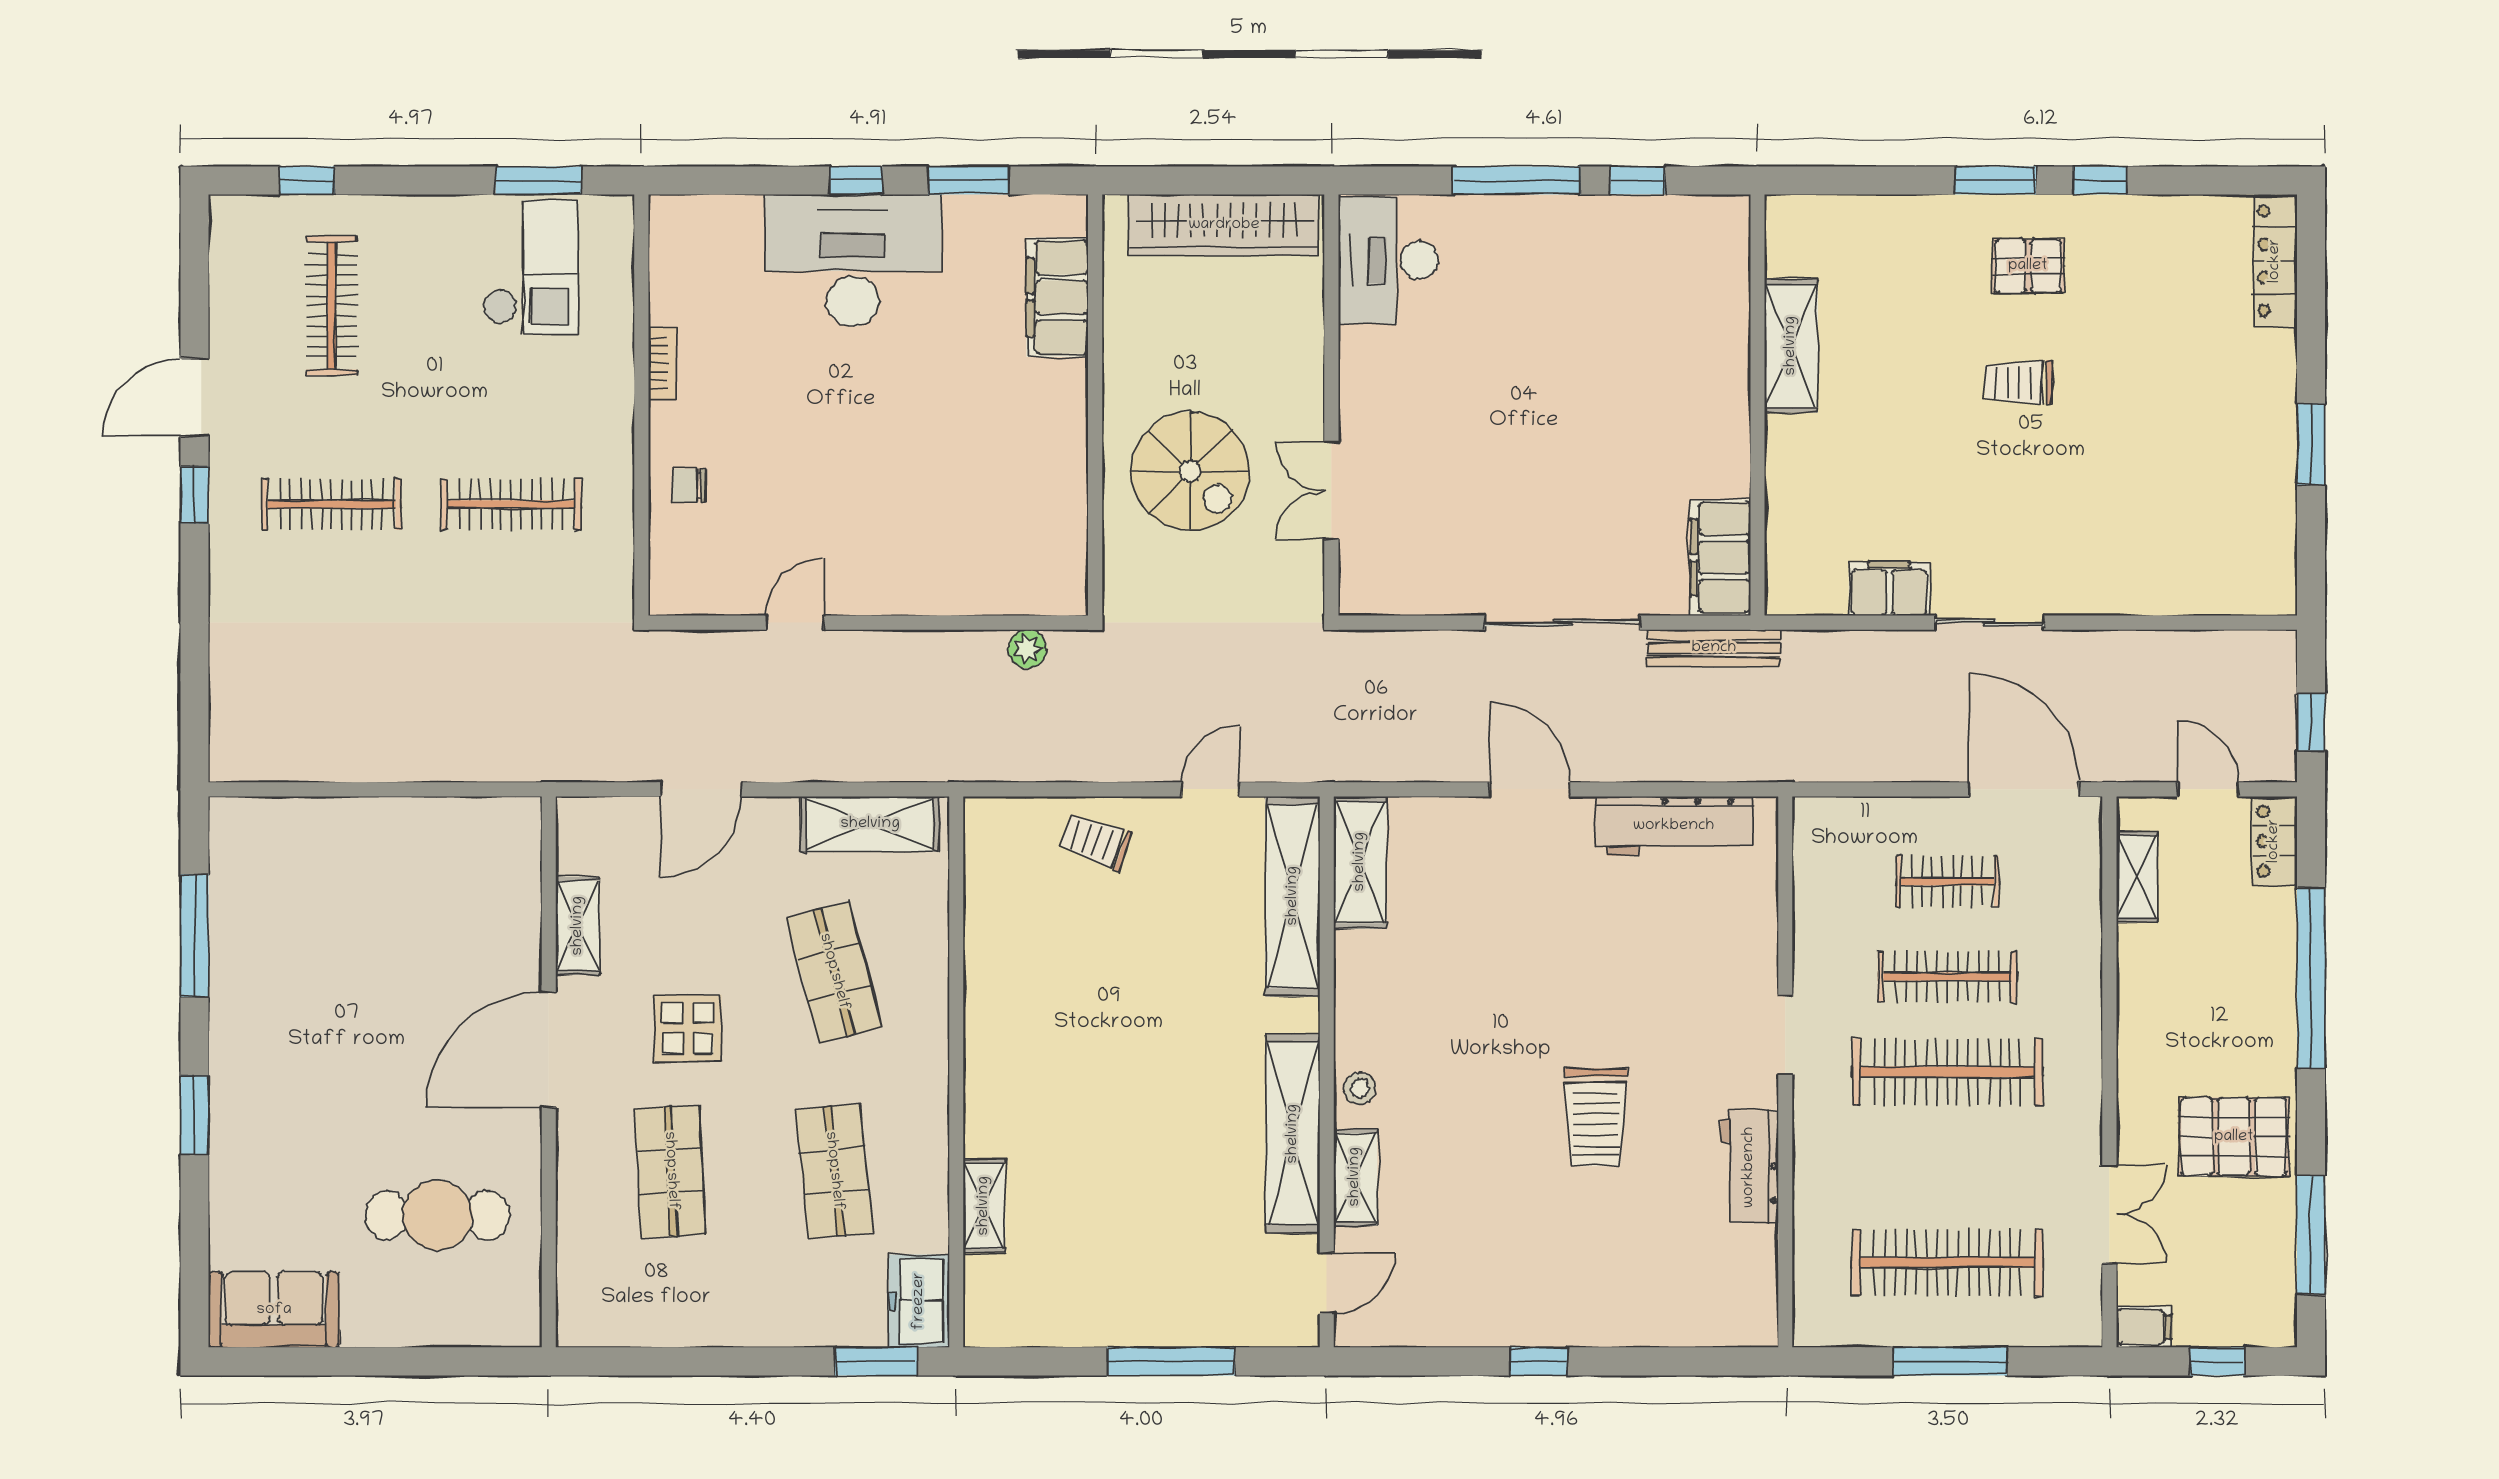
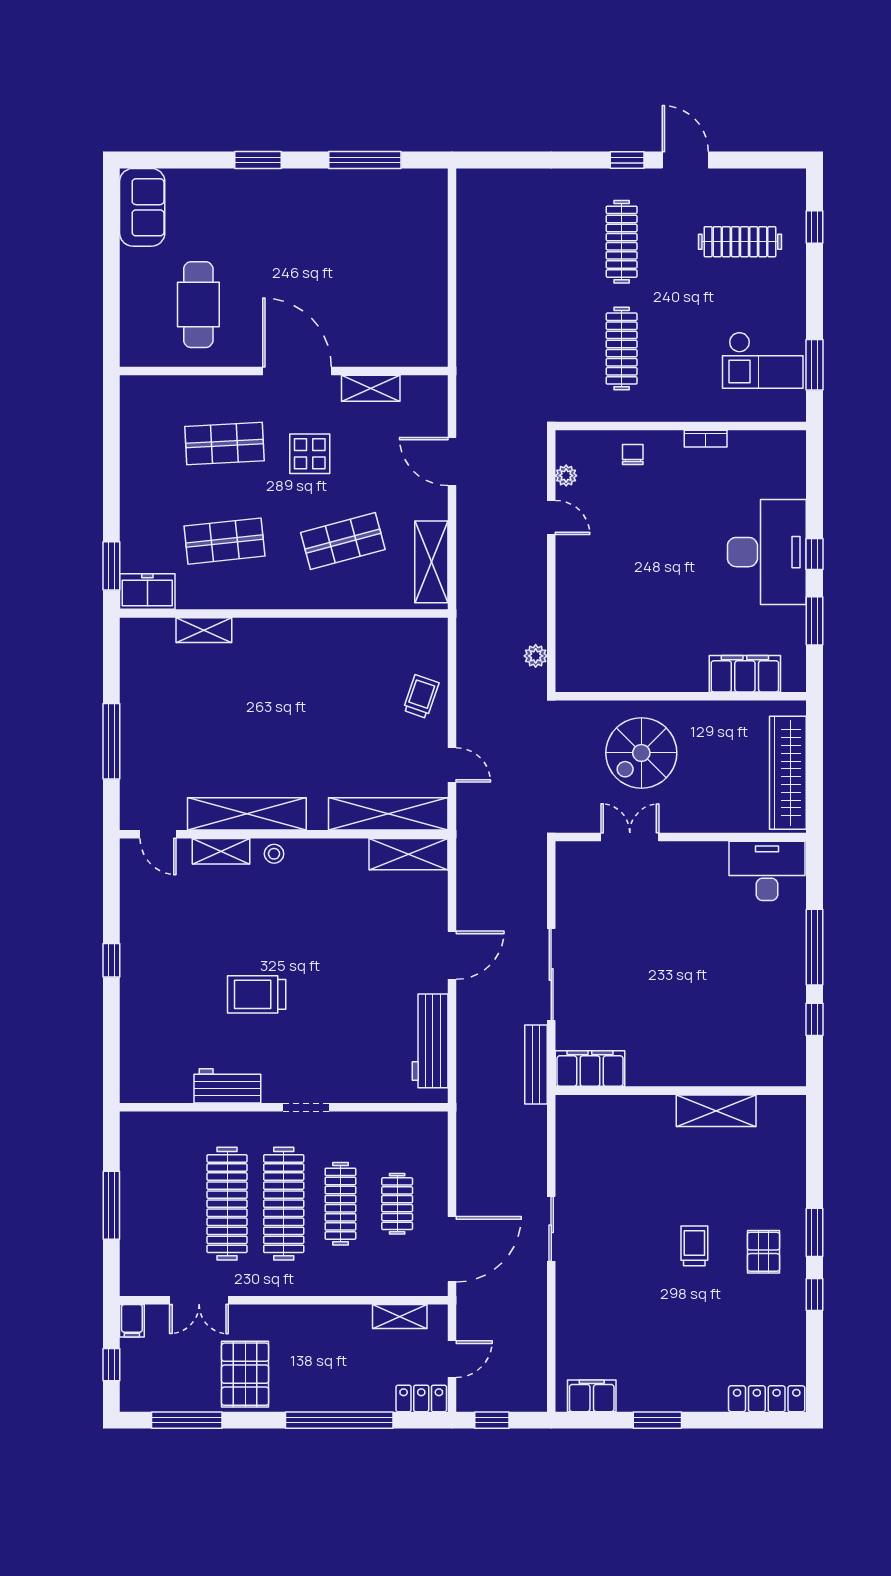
filing cabinet: (1889, 589) -> (592, 1396), moved, turned -90
plant: (724, 598) -> (566, 476), added
clothes rail: (1947, 1262) -> (227, 1204), moved

